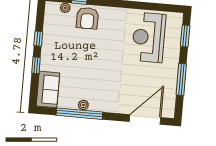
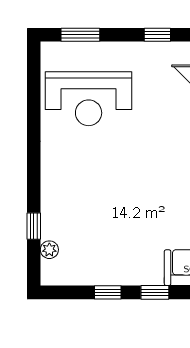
armchair: (87, 18) -> (64, 209), removed
window: (181, 79) -> (157, 35), width x0.46

